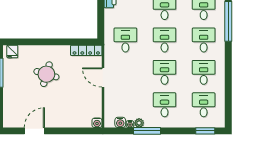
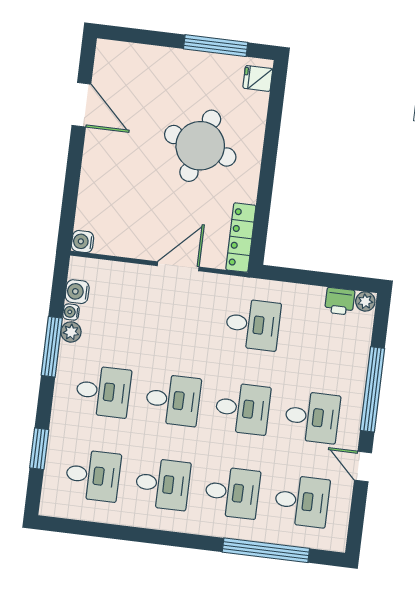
round table: (46, 74) -> (200, 146), width x1.36, depth x1.36
window: (205, 131) -> (39, 449), moved

